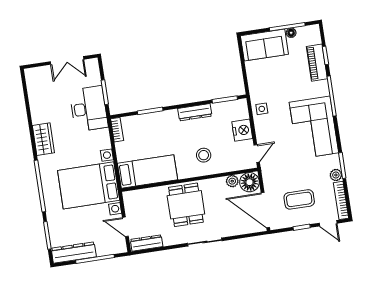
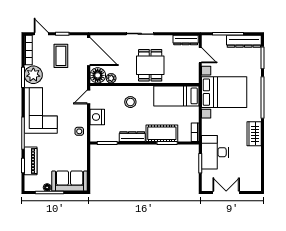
cot: (158, 122) -> (162, 133), added
plant: (336, 175) -> (33, 75), width x1.87, depth x1.87
coffee table: (299, 199) -> (61, 56), turned 90

